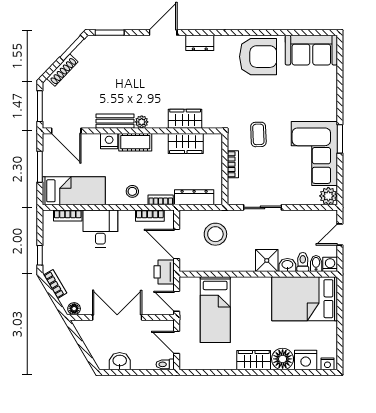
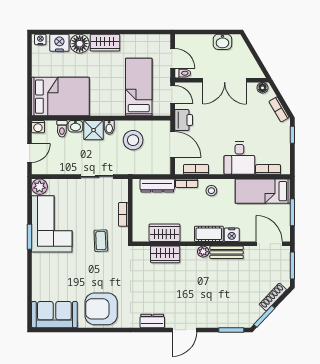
stool: (215, 234) -> (133, 140), moved
bidet: (316, 263) -> (109, 127), moved
toilet: (165, 364) -> (183, 73), moved

